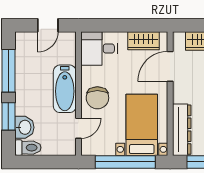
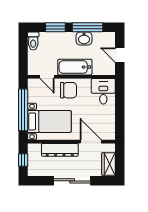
wardrobe: (144, 41) -> (109, 123), removed
chair: (97, 98) -> (68, 90), turned 180
washbasin: (24, 127) -> (84, 38), moved
dresser: (182, 130) -> (60, 150), moved

